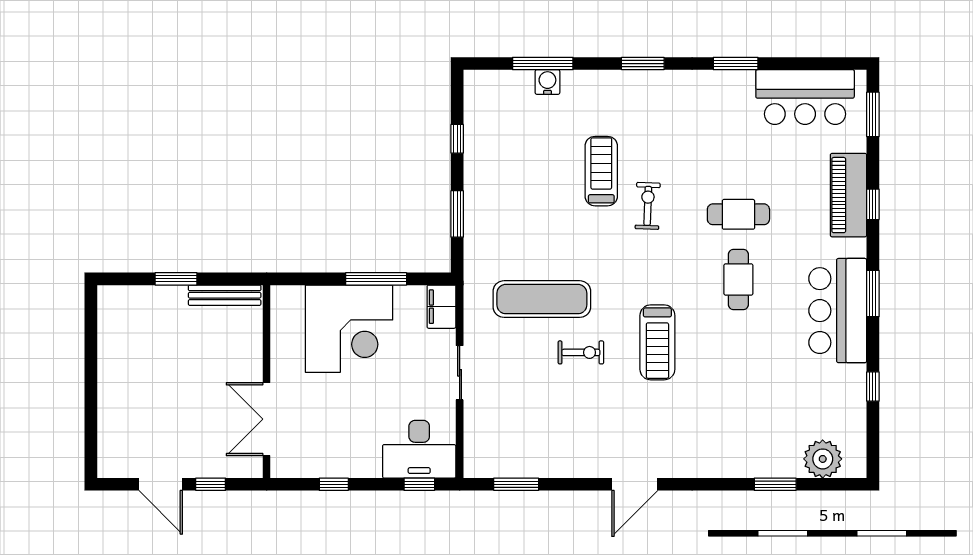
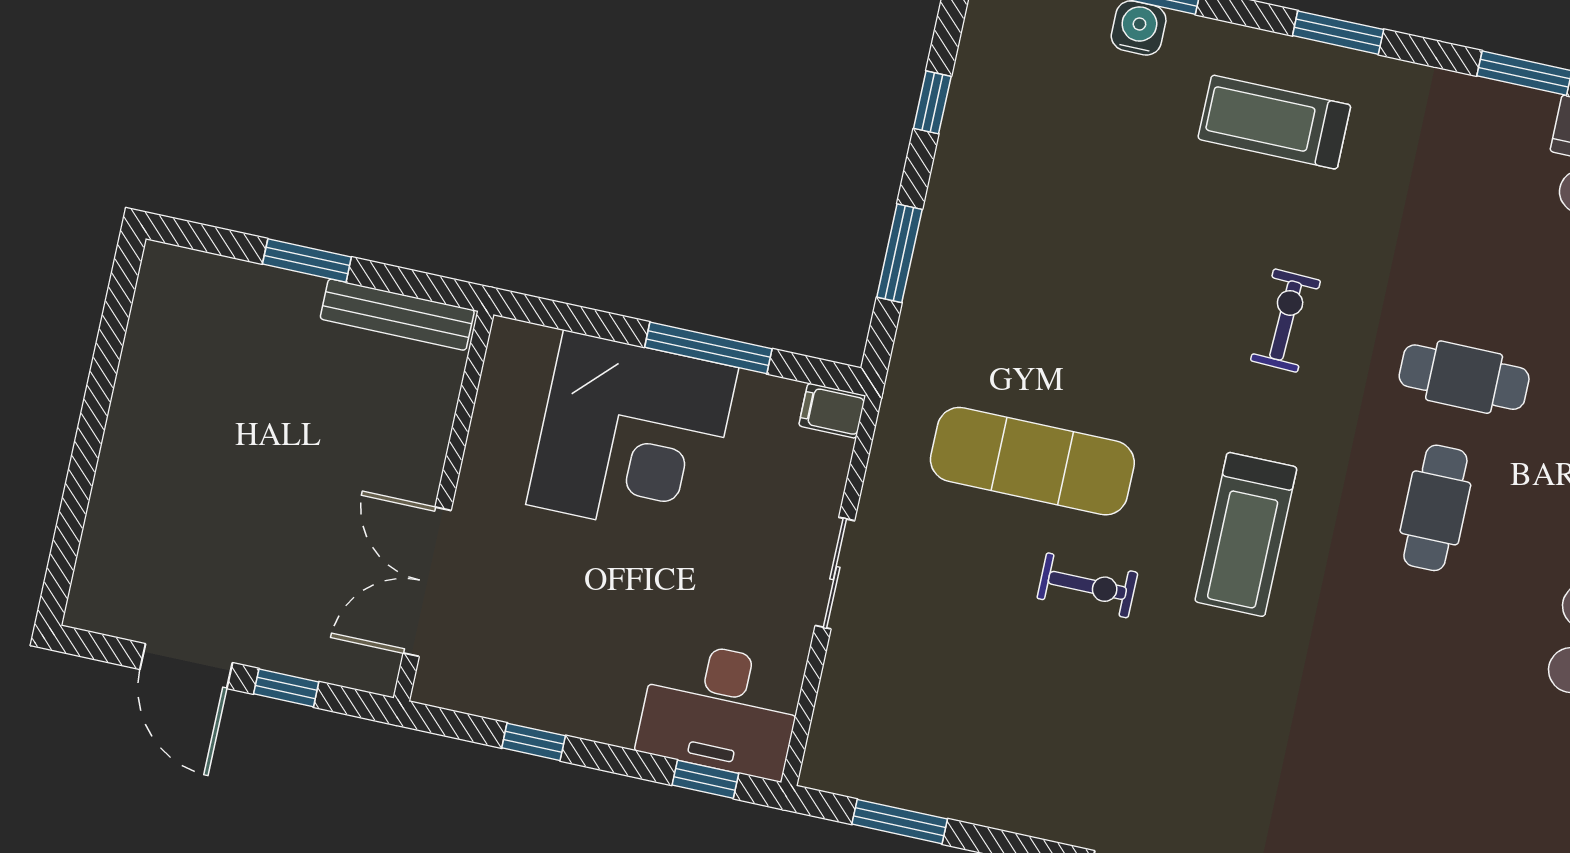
treadmill: (601, 171) -> (1274, 122), moved, turned -90
filing cabinet: (441, 307) -> (832, 411), width x0.50
treadmill: (657, 342) -> (1246, 534), moved

